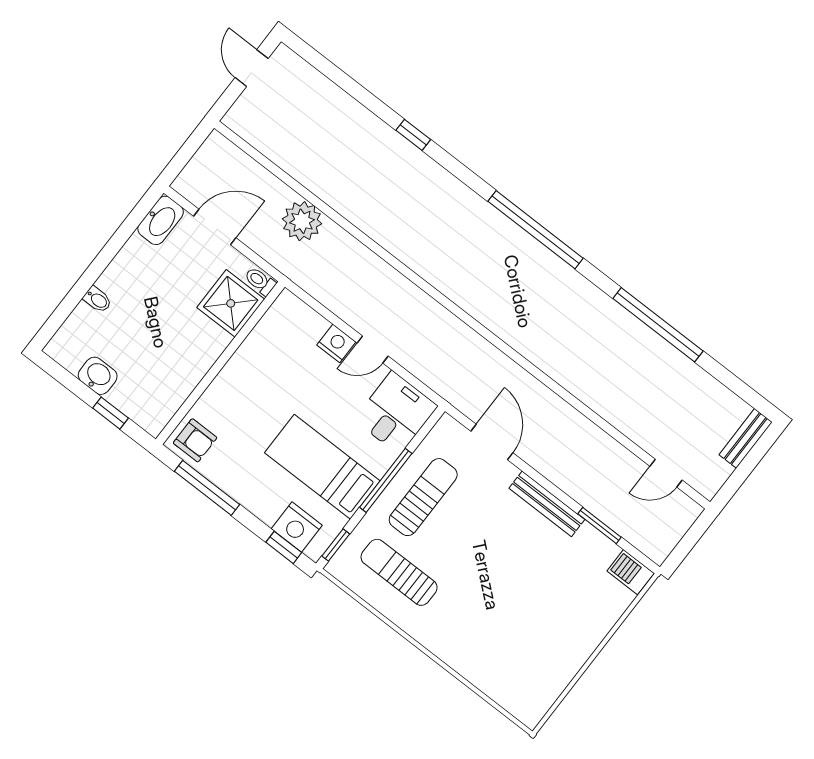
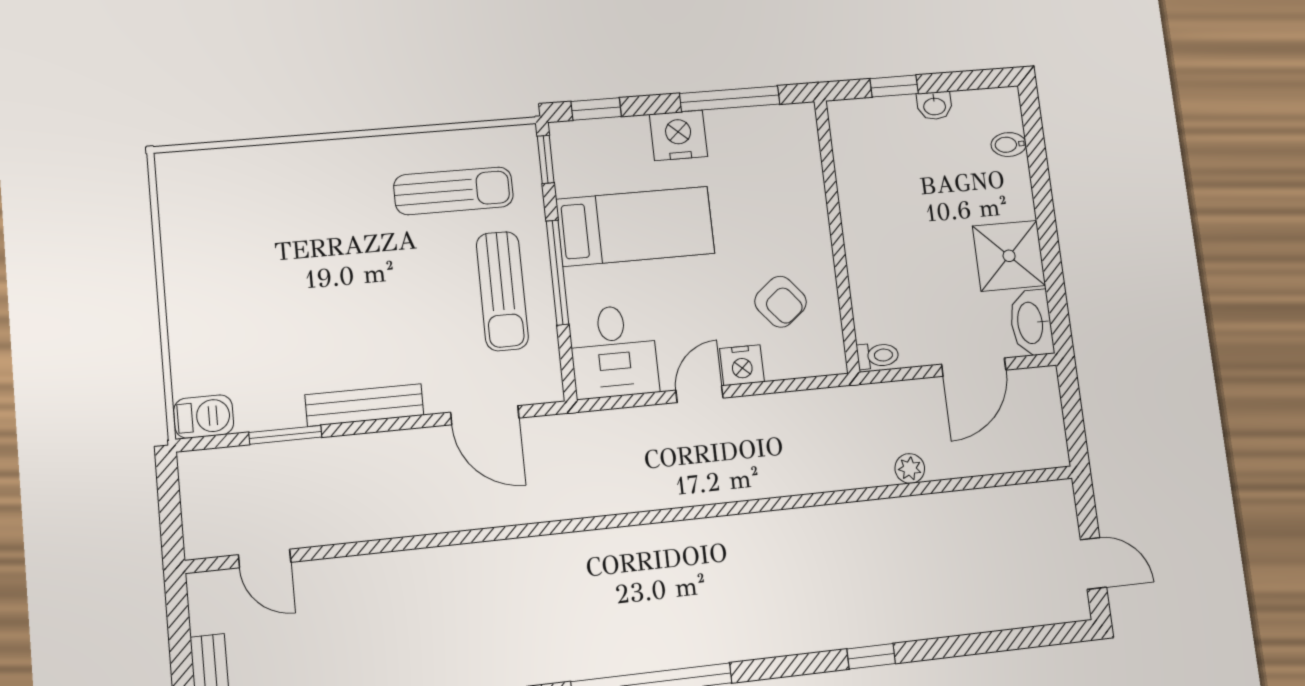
plant: (302, 221) -> (910, 468), width x0.53, depth x0.53
bidet: (97, 300) -> (1009, 145), moved
shower: (231, 303) -> (1009, 256), moved
washbasin: (98, 376) -> (934, 106), width x0.72, depth x0.69
armchair: (195, 440) -> (781, 302), moved, turned -129
door: (666, 473) -> (265, 558), swing flipped
nightstand: (297, 527) -> (679, 135), moved

